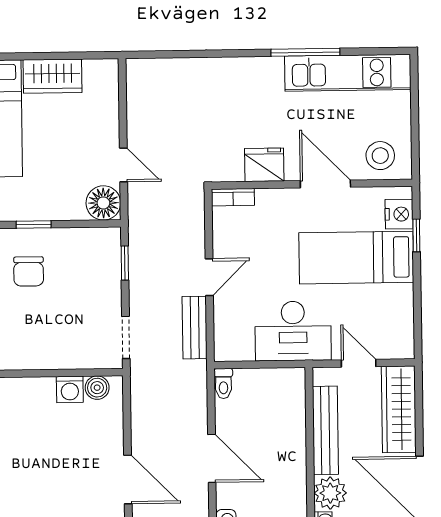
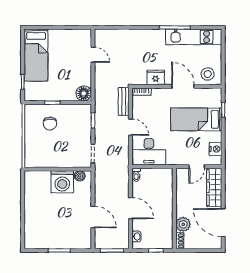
wardrobe: (52, 76) -> (62, 36), removed
door: (123, 165) -> (93, 55), moved
nightstand: (399, 214) -> (216, 149), moved
door: (209, 277) -> (130, 127), hinge flipped
bench: (195, 328) -> (124, 101), moved
desk: (293, 331) -> (149, 152), moved
door: (359, 363) -> (197, 167), swing flipped
washing machine: (70, 389) -> (62, 182), width x1.89, depth x1.89
bench: (325, 430) -> (181, 196), removed

